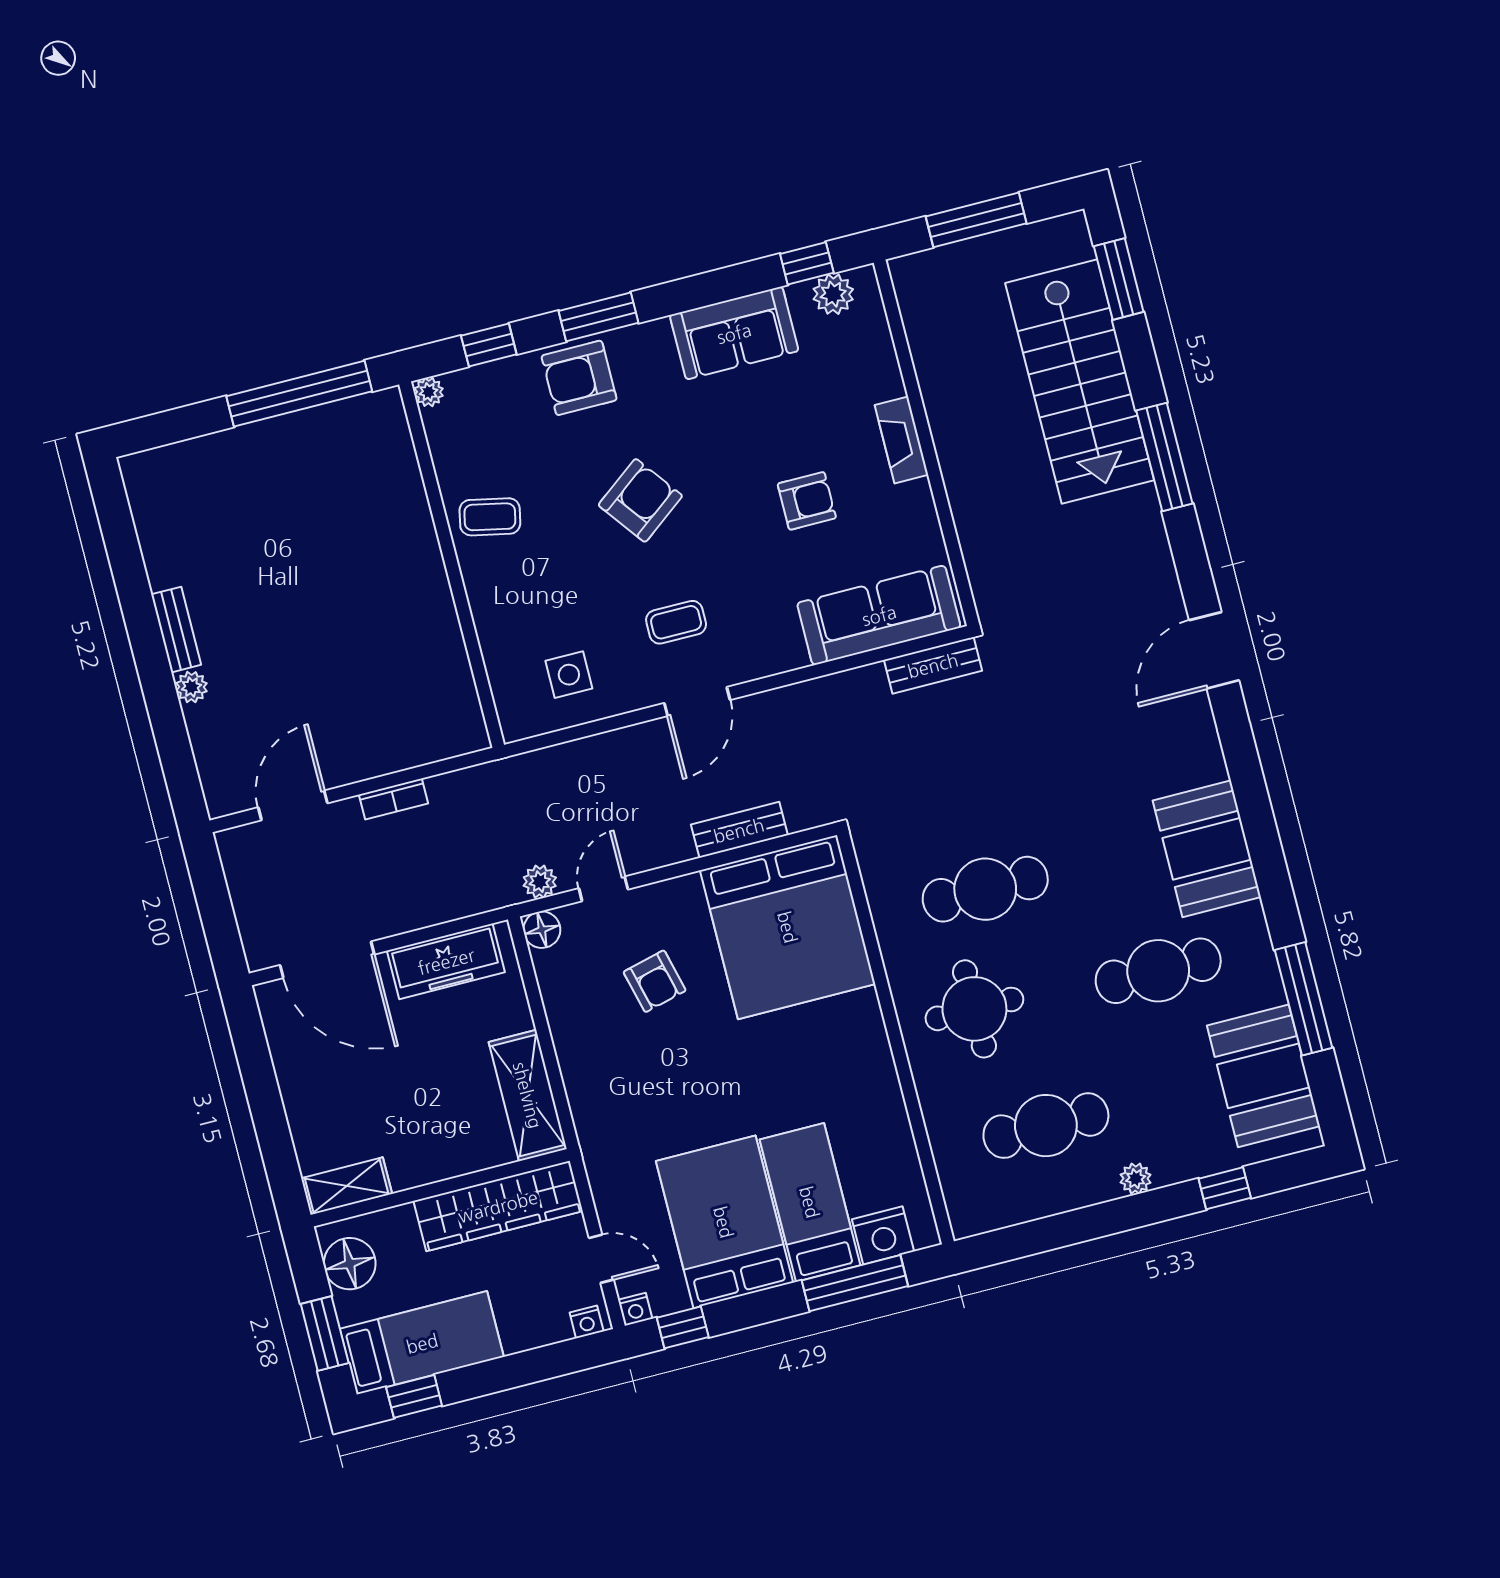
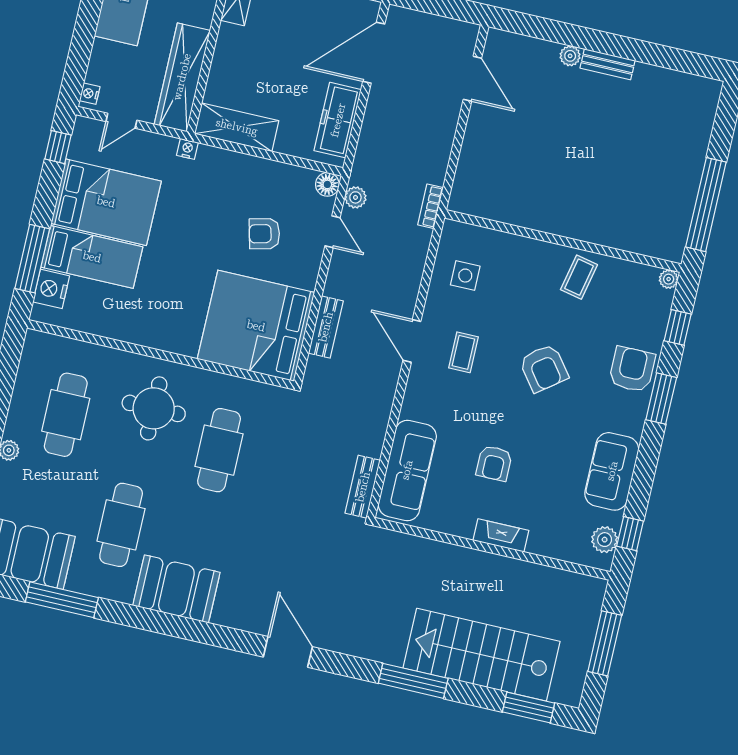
bookcase: (393, 799) -> (430, 206), moved
nightstand: (635, 1309) -> (187, 149), moved, turned 90

